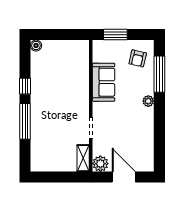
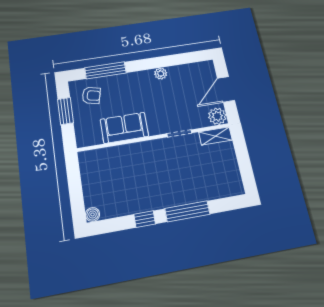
window: (115, 35) -> (65, 111), moved
plant: (148, 101) -> (161, 74), moved

